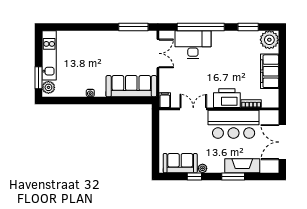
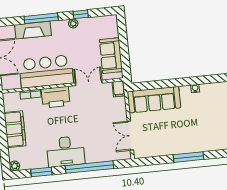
window: (133, 27) -> (189, 157), moved
plant: (269, 40) -> (15, 166), width x0.53, depth x0.53
desk: (193, 45) -> (66, 151), moved
double door: (193, 109) -> (89, 83), swing flipped
sofa: (180, 163) -> (111, 56), moved, turned 90
window: (233, 176) -> (41, 18), width x1.44

